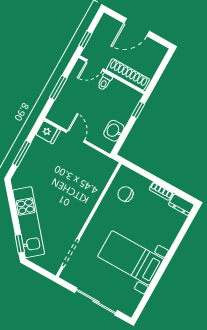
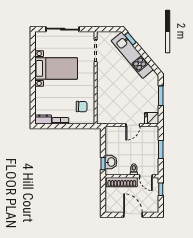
door: (137, 27) -> (133, 215), hinge flipped
door: (95, 65) -> (146, 176), swing flipped
washbasin: (114, 131) -> (111, 162), moved
door: (75, 136) -> (133, 125), hinge flipped

